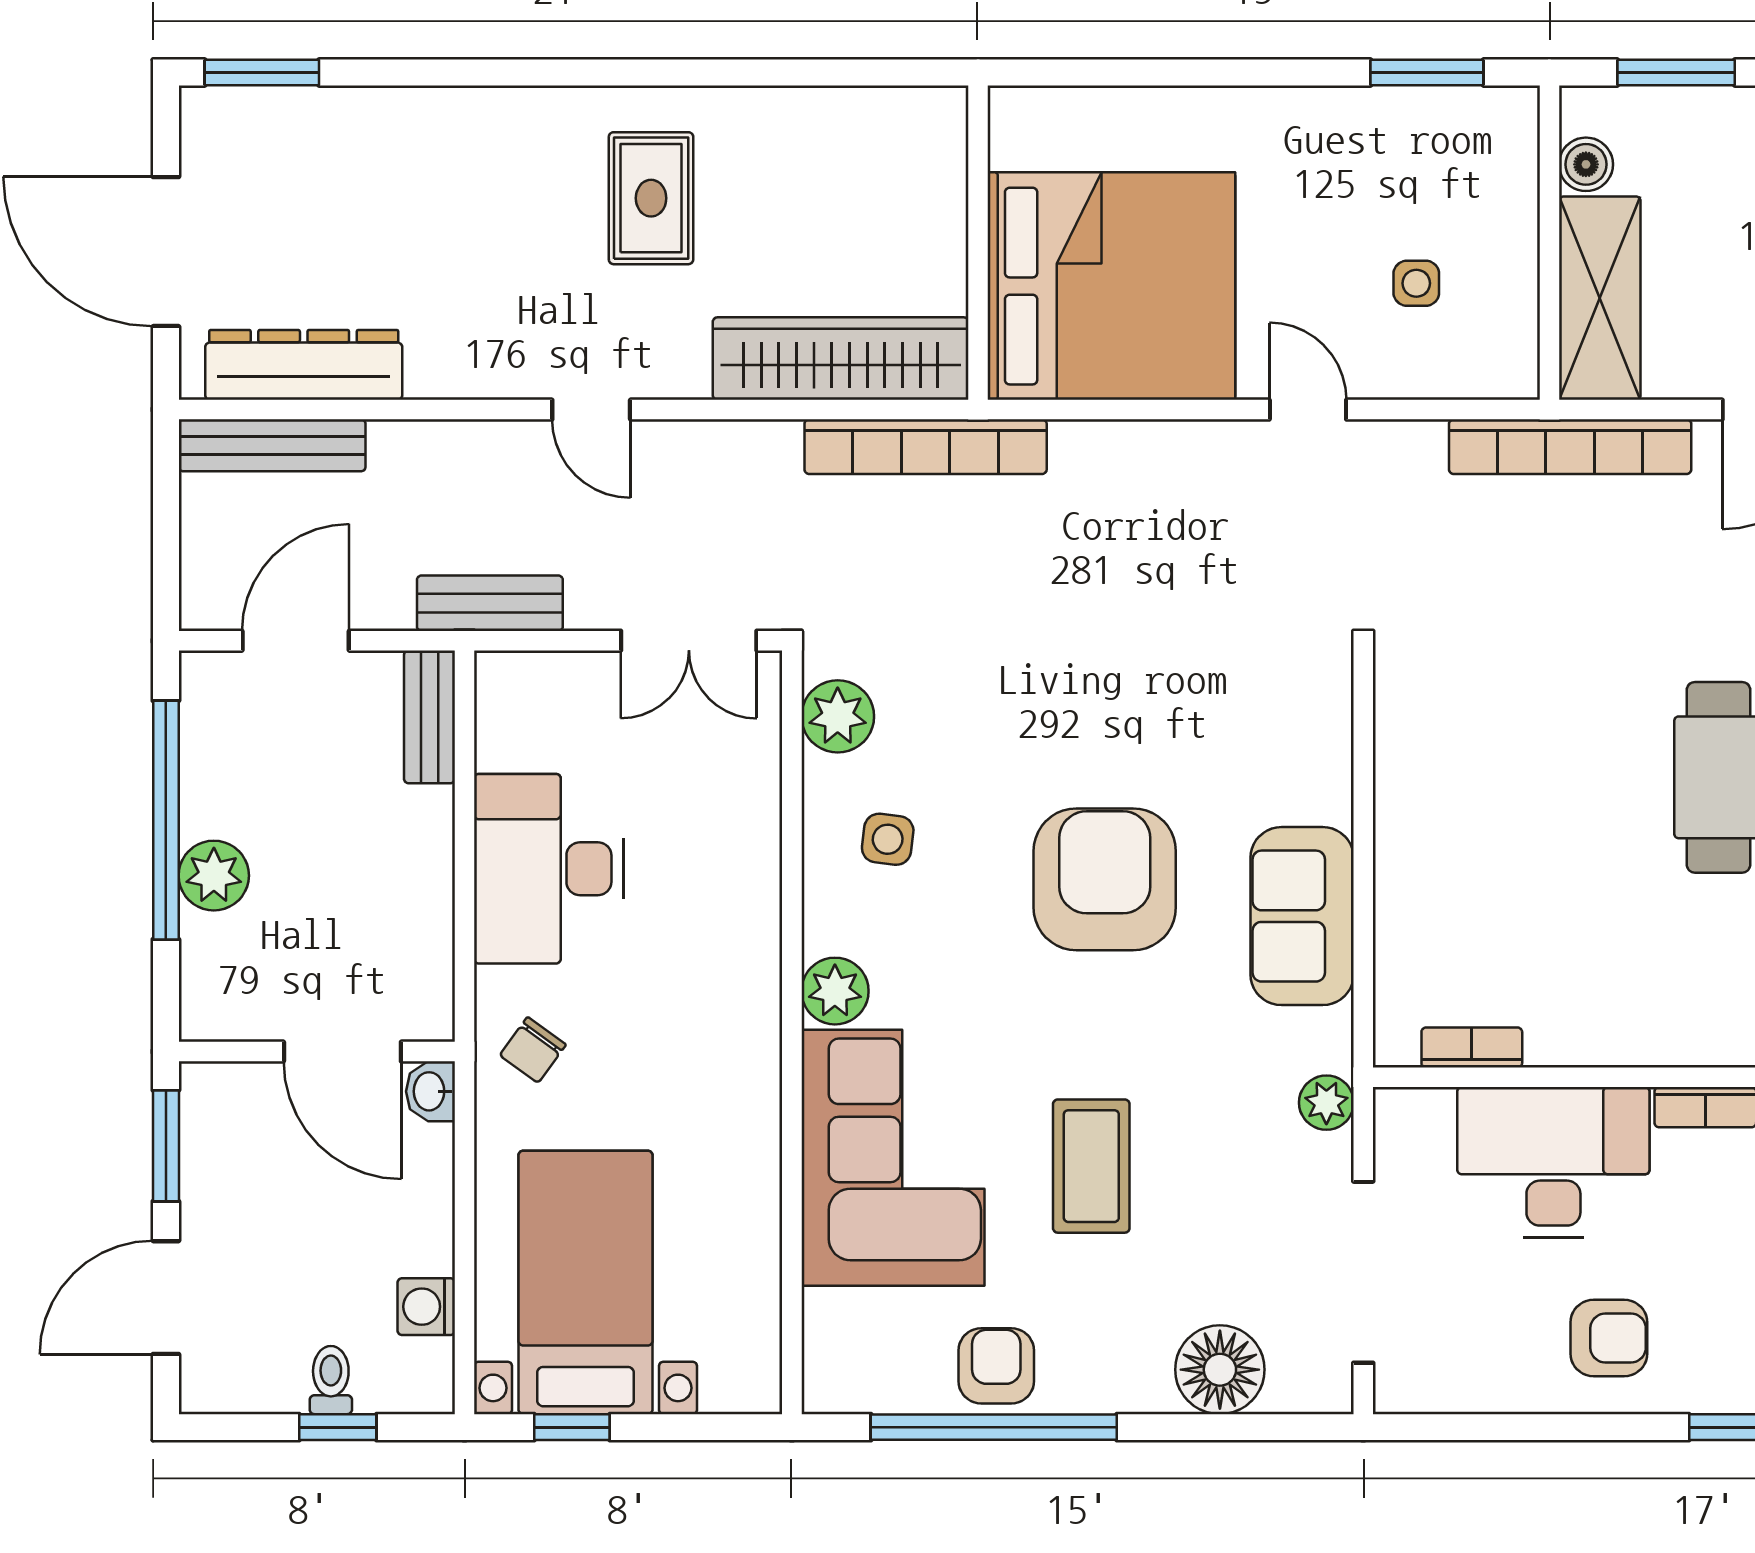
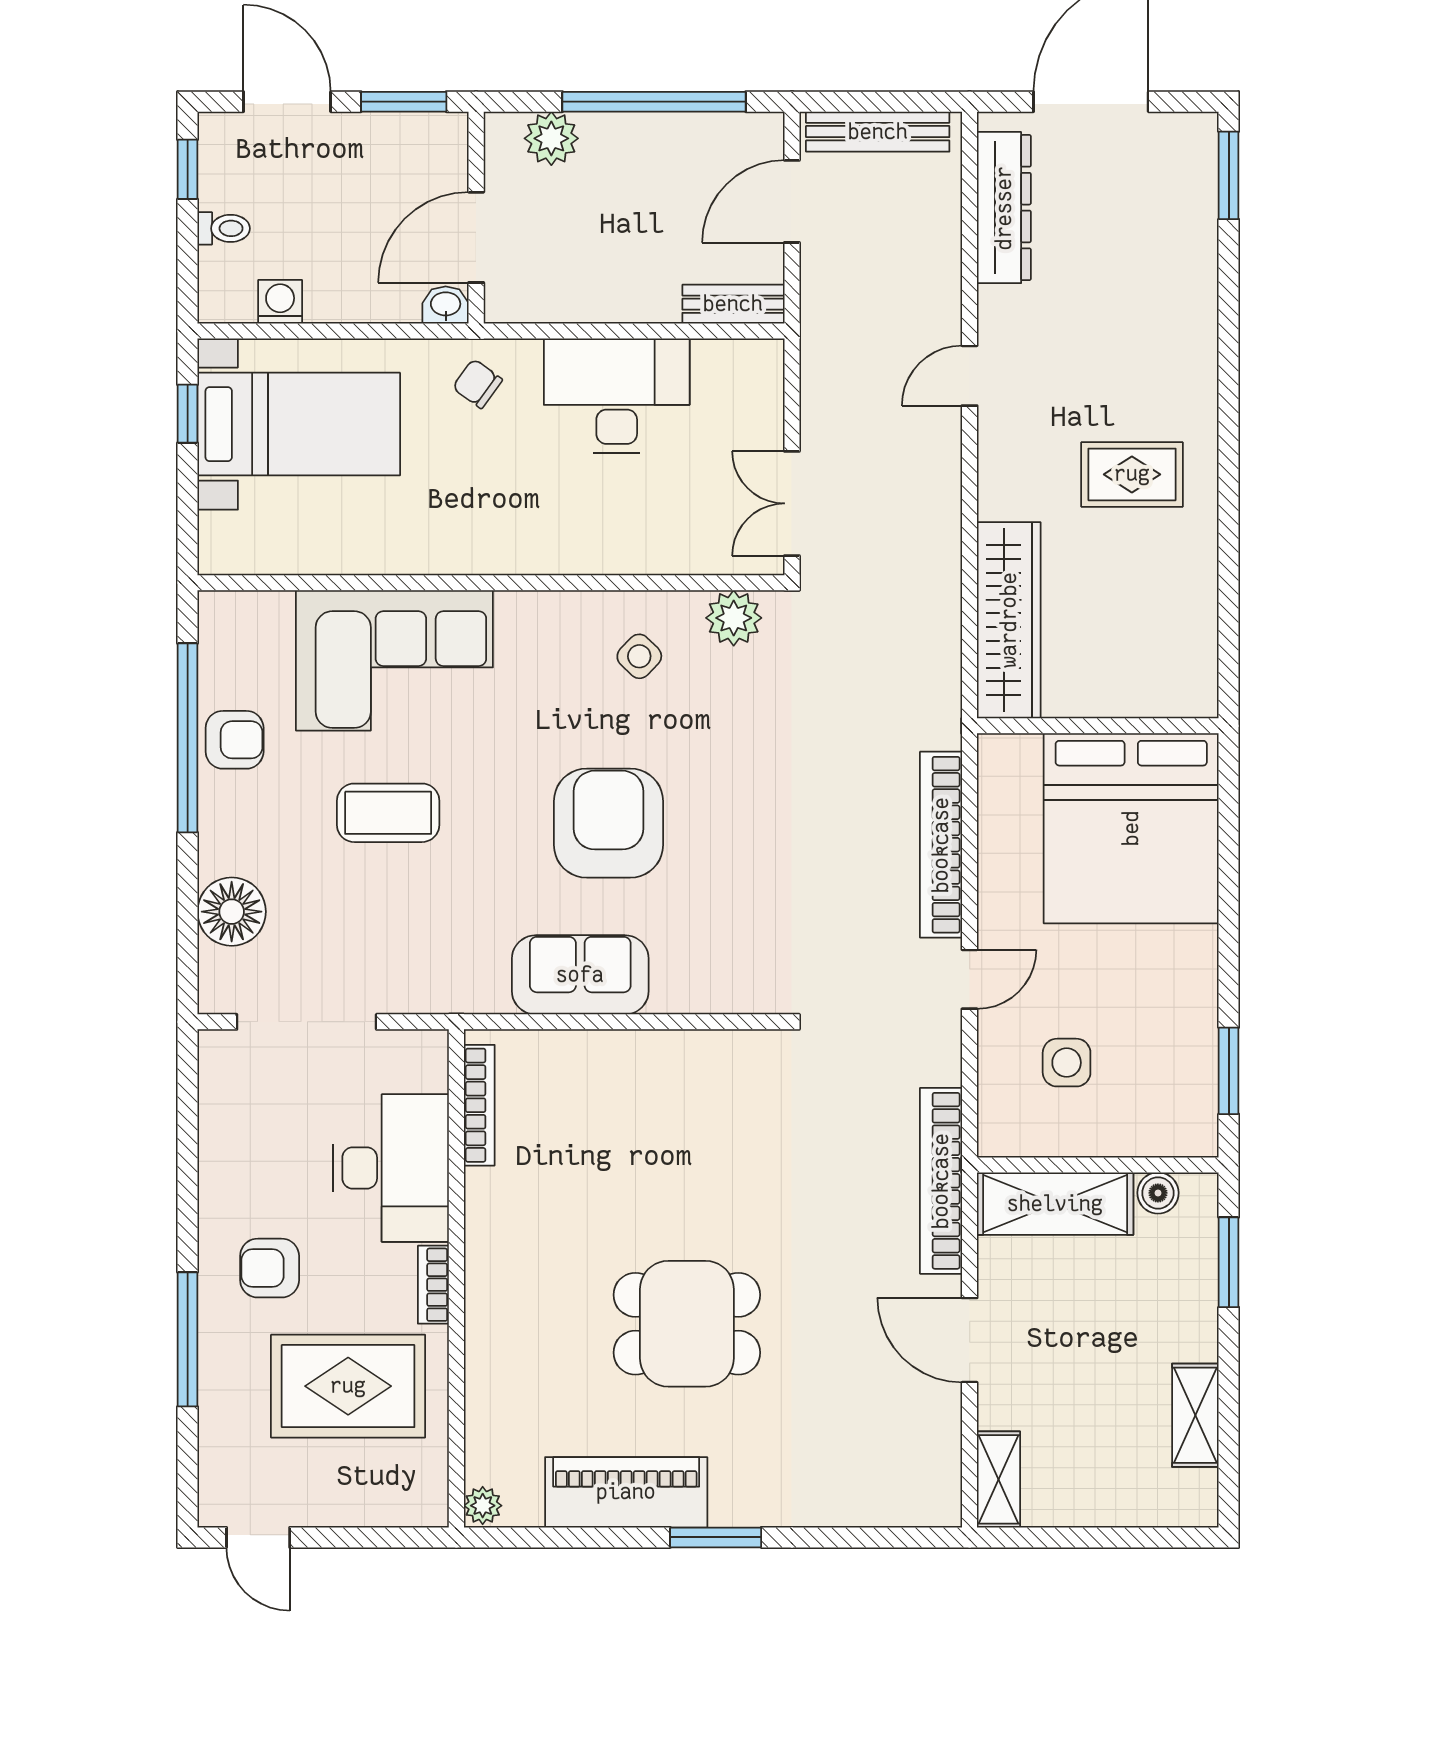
side table: (1416, 283) -> (1067, 1063), width x1.37, depth x1.37
bed: (1111, 286) -> (1131, 828), moved
door: (591, 410) -> (970, 376), moved
bench: (272, 445) -> (878, 132), moved, turned 90
bookcase: (926, 447) -> (941, 845), moved
bench: (490, 603) -> (821, 351), removed
door: (296, 641) -> (792, 201), swing flipped
side table: (888, 839) -> (639, 656), turned 37
plant: (214, 876) -> (551, 138), moved
armchair: (1105, 879) -> (608, 823), turned -90
plant: (835, 991) -> (523, 616), removed
bookcase: (1472, 1048) -> (479, 1105), width x1.56
plant: (1326, 1103) -> (437, 993), removed
armchair: (1609, 1338) -> (270, 1268), moved, turned 90
window: (338, 1427) -> (188, 169), moved

